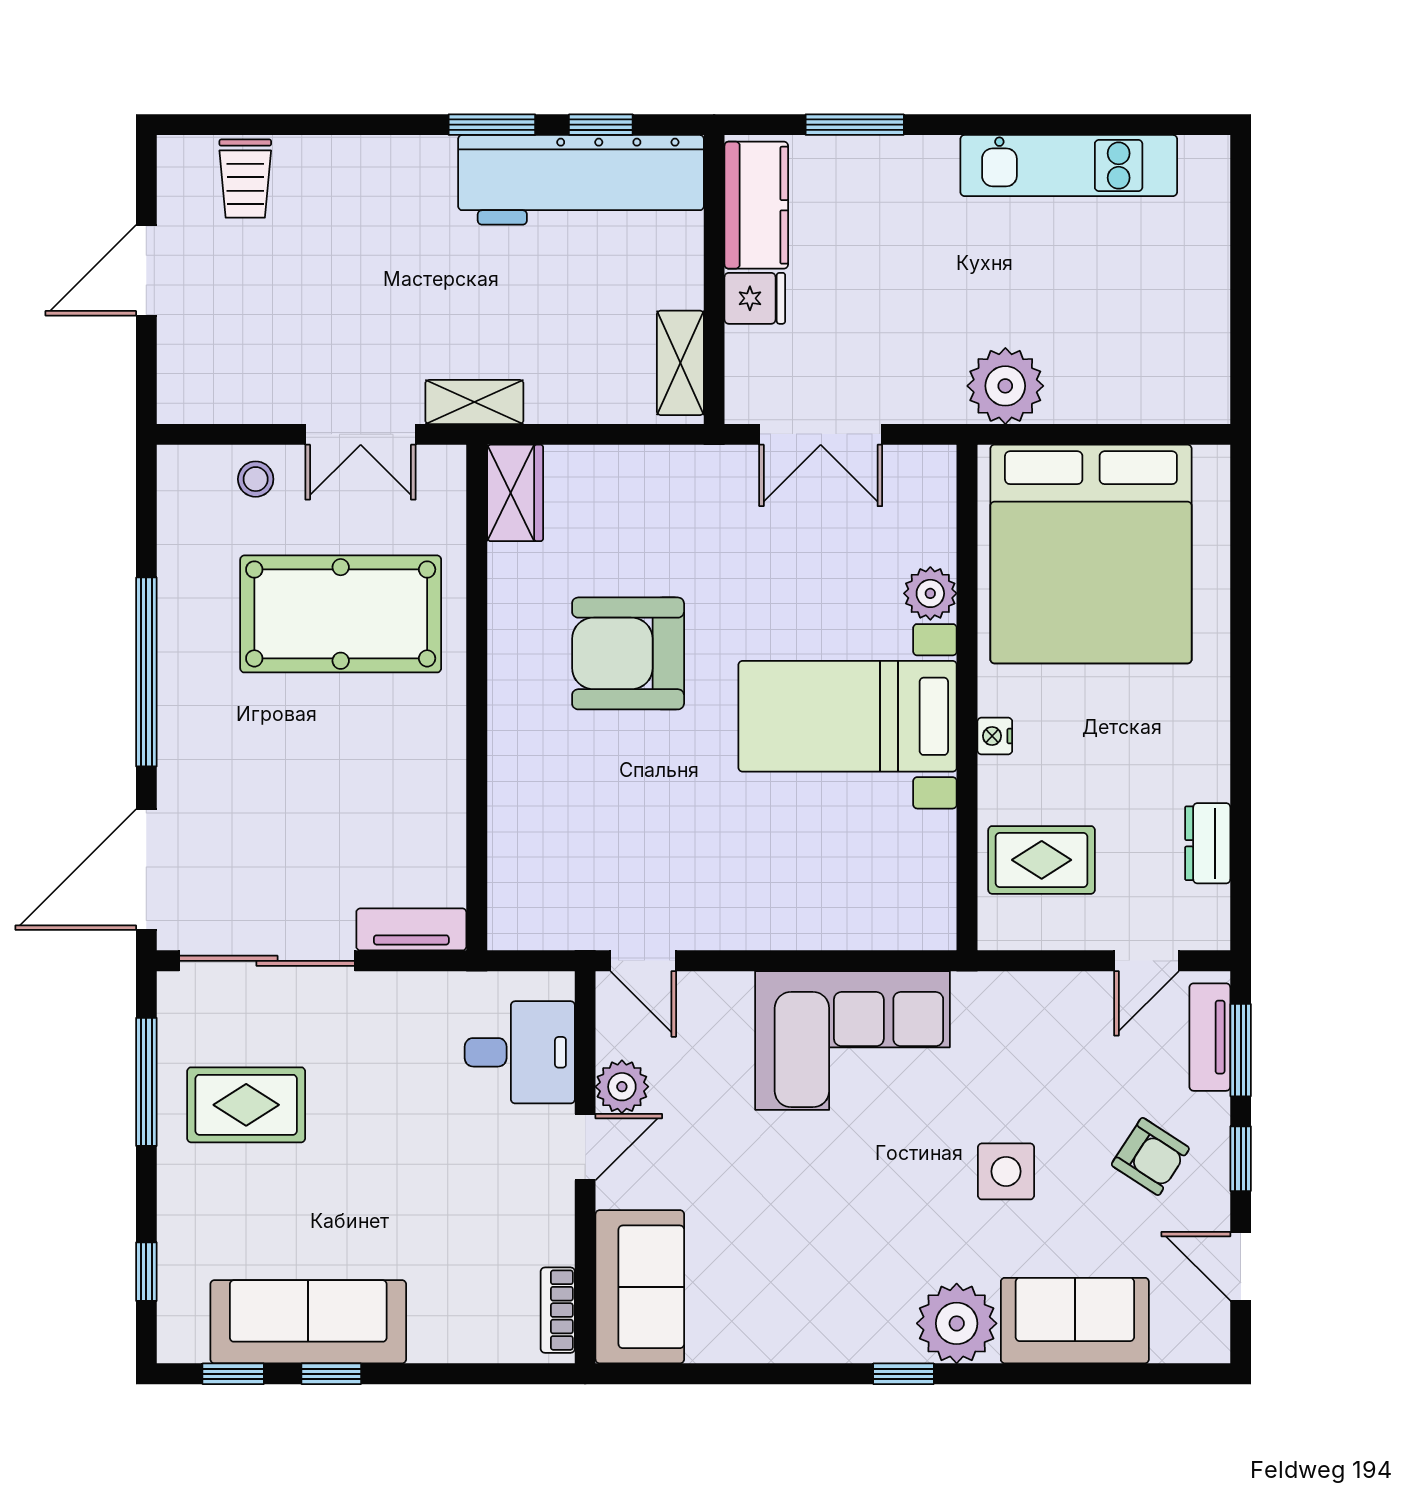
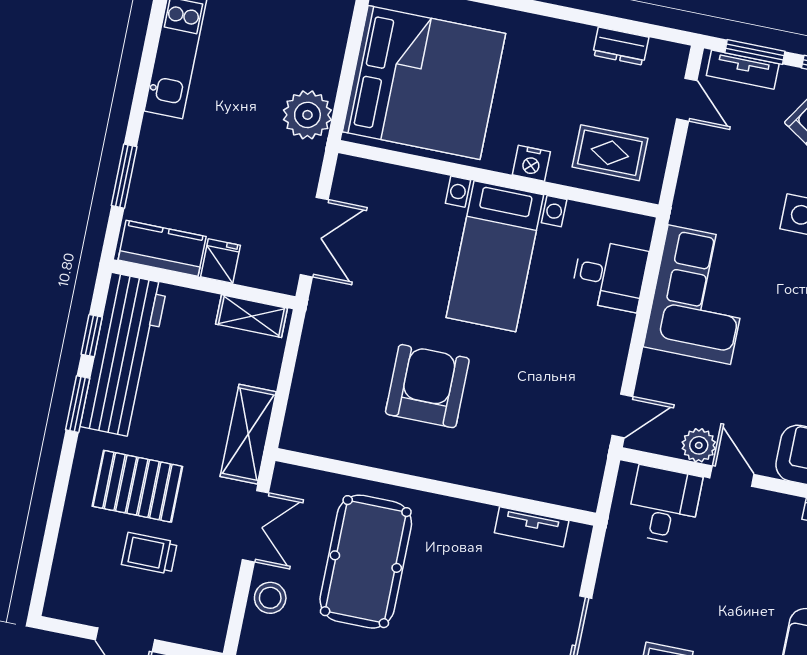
trolley: (245, 179) -> (149, 553), moved, turned 180
pallet: (385, 241) -> (137, 486), added
shelving: (474, 402) -> (248, 434), width x1.50, depth x1.33
stool: (256, 479) -> (270, 598), width x1.37, depth x1.37
wardrobe: (515, 493) -> (312, 437), removed
plant: (930, 593) -> (428, 189), removed
armchair: (628, 653) -> (427, 386), turned 180
nightstand: (995, 736) -> (531, 163), width x1.39, depth x1.35
rug: (1042, 860) -> (610, 153), turned 90
desk: (854, 897) -> (609, 275), added
tv unit: (411, 929) -> (532, 527), moved, turned -90

